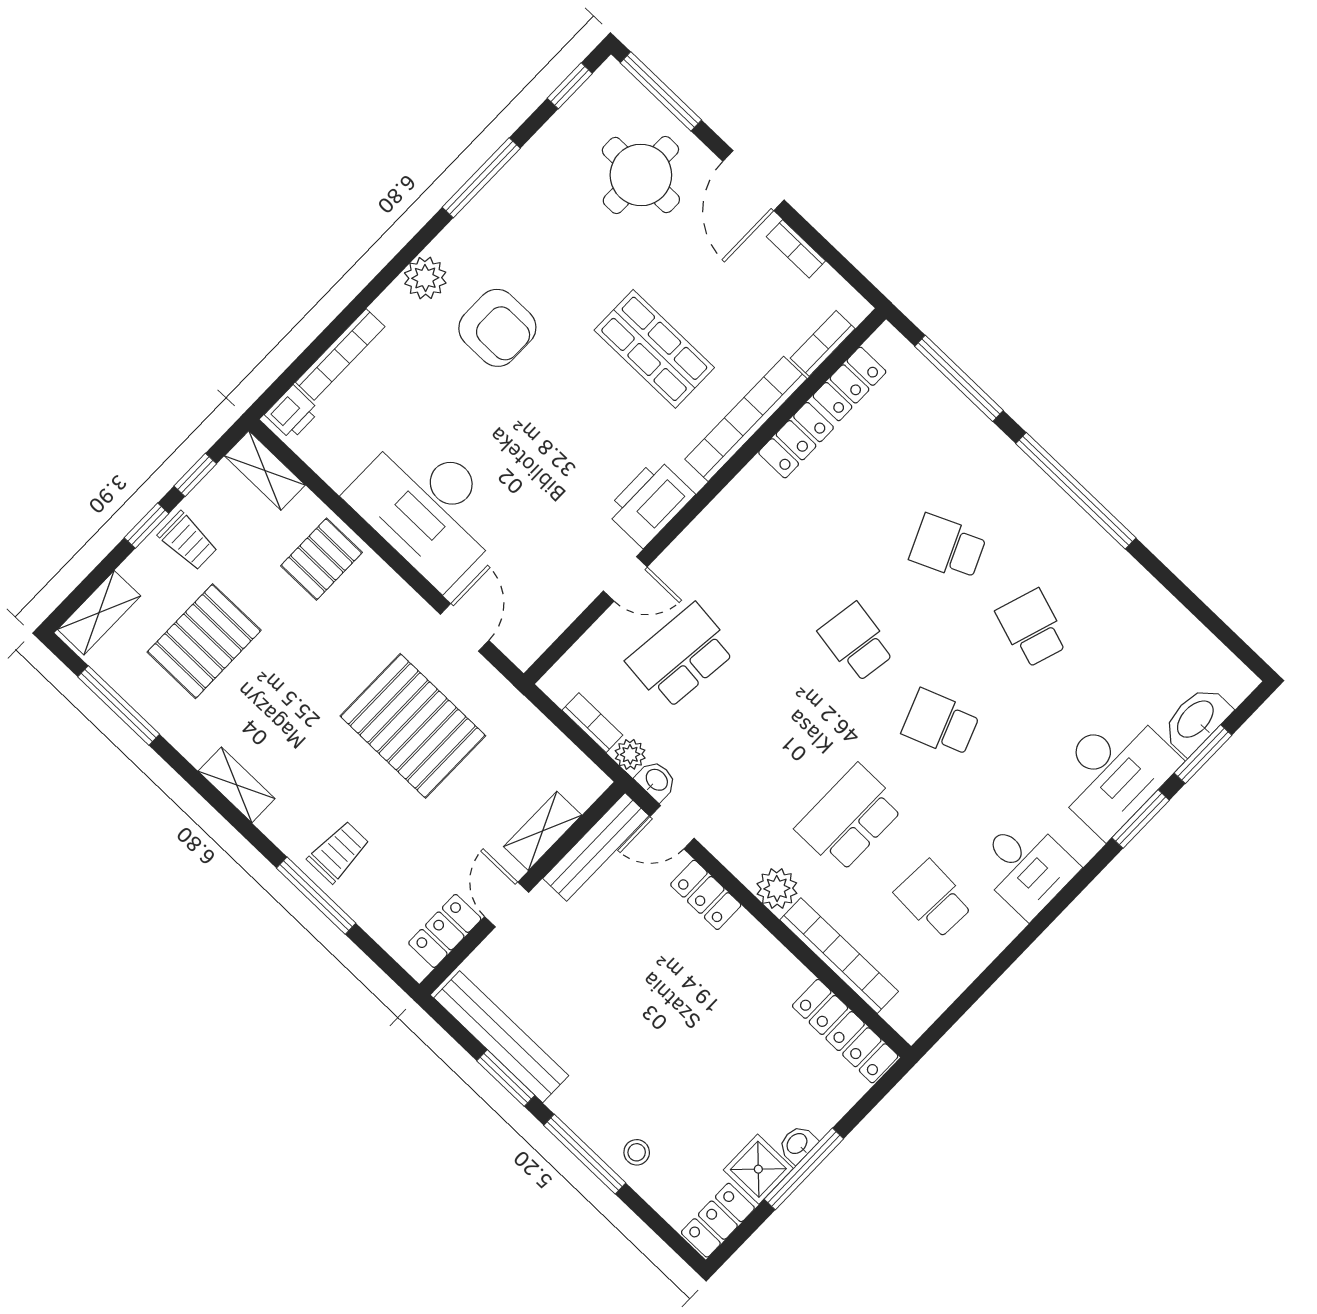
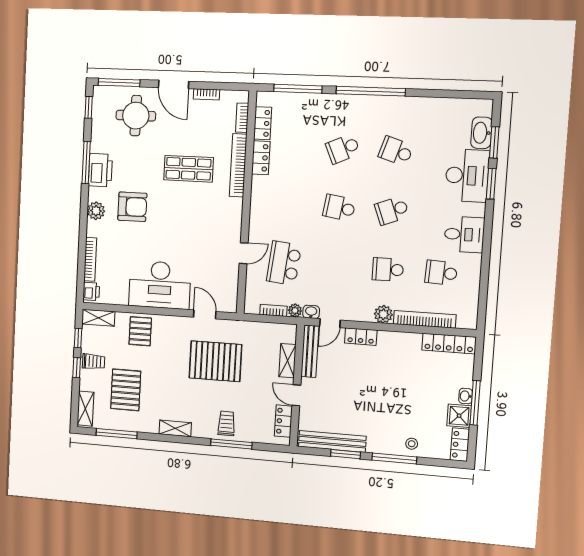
printer: (650, 503) -> (100, 170), moved, turned 180
school desk: (849, 818) -> (388, 269), width x0.54

